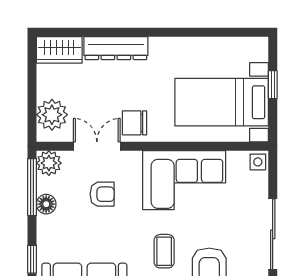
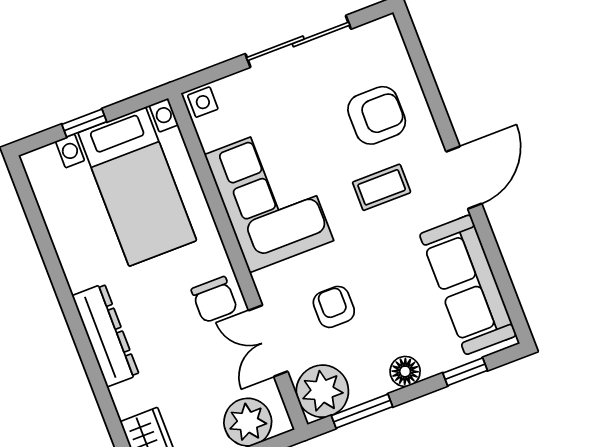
dresser: (116, 48) -> (106, 335), moved
plant: (49, 163) -> (322, 391), width x1.36, depth x1.36
window: (32, 187) -> (362, 411), width x0.69
floor lamp: (46, 204) -> (405, 371), moved

